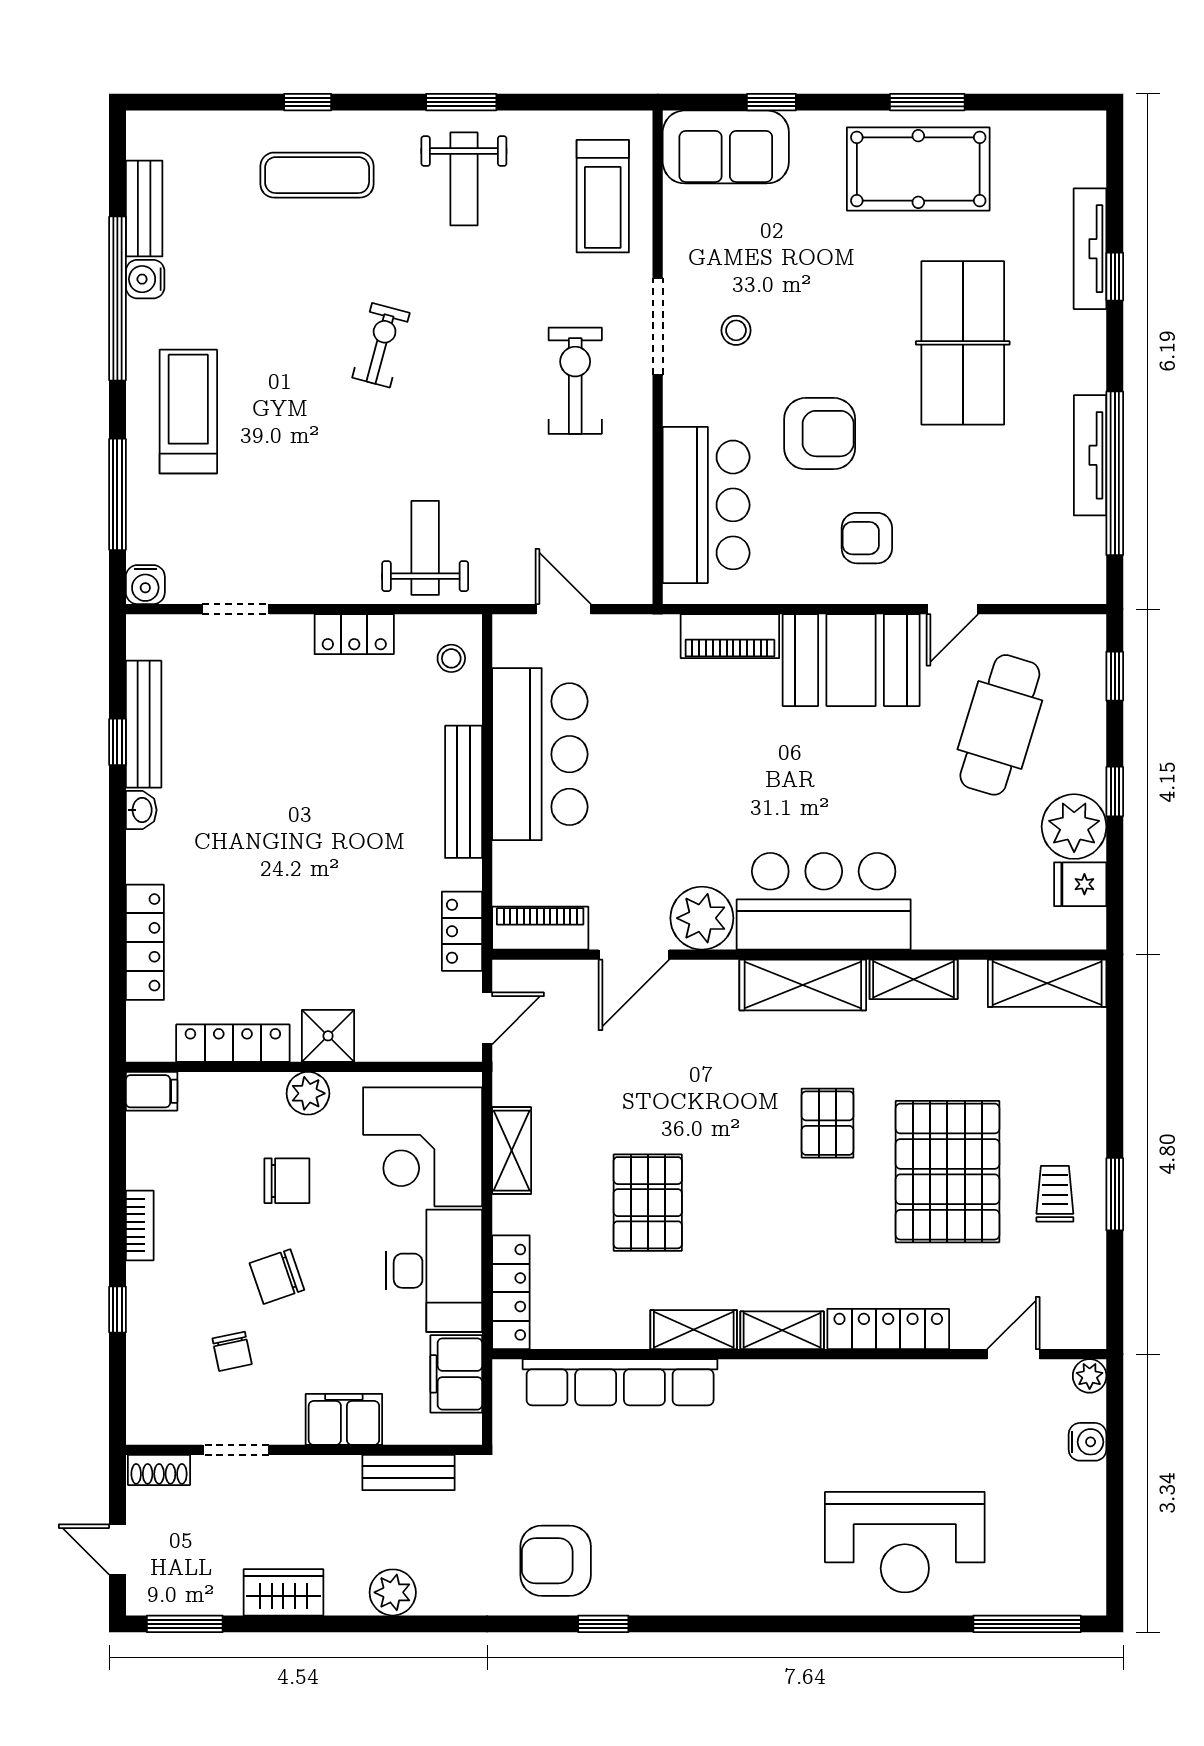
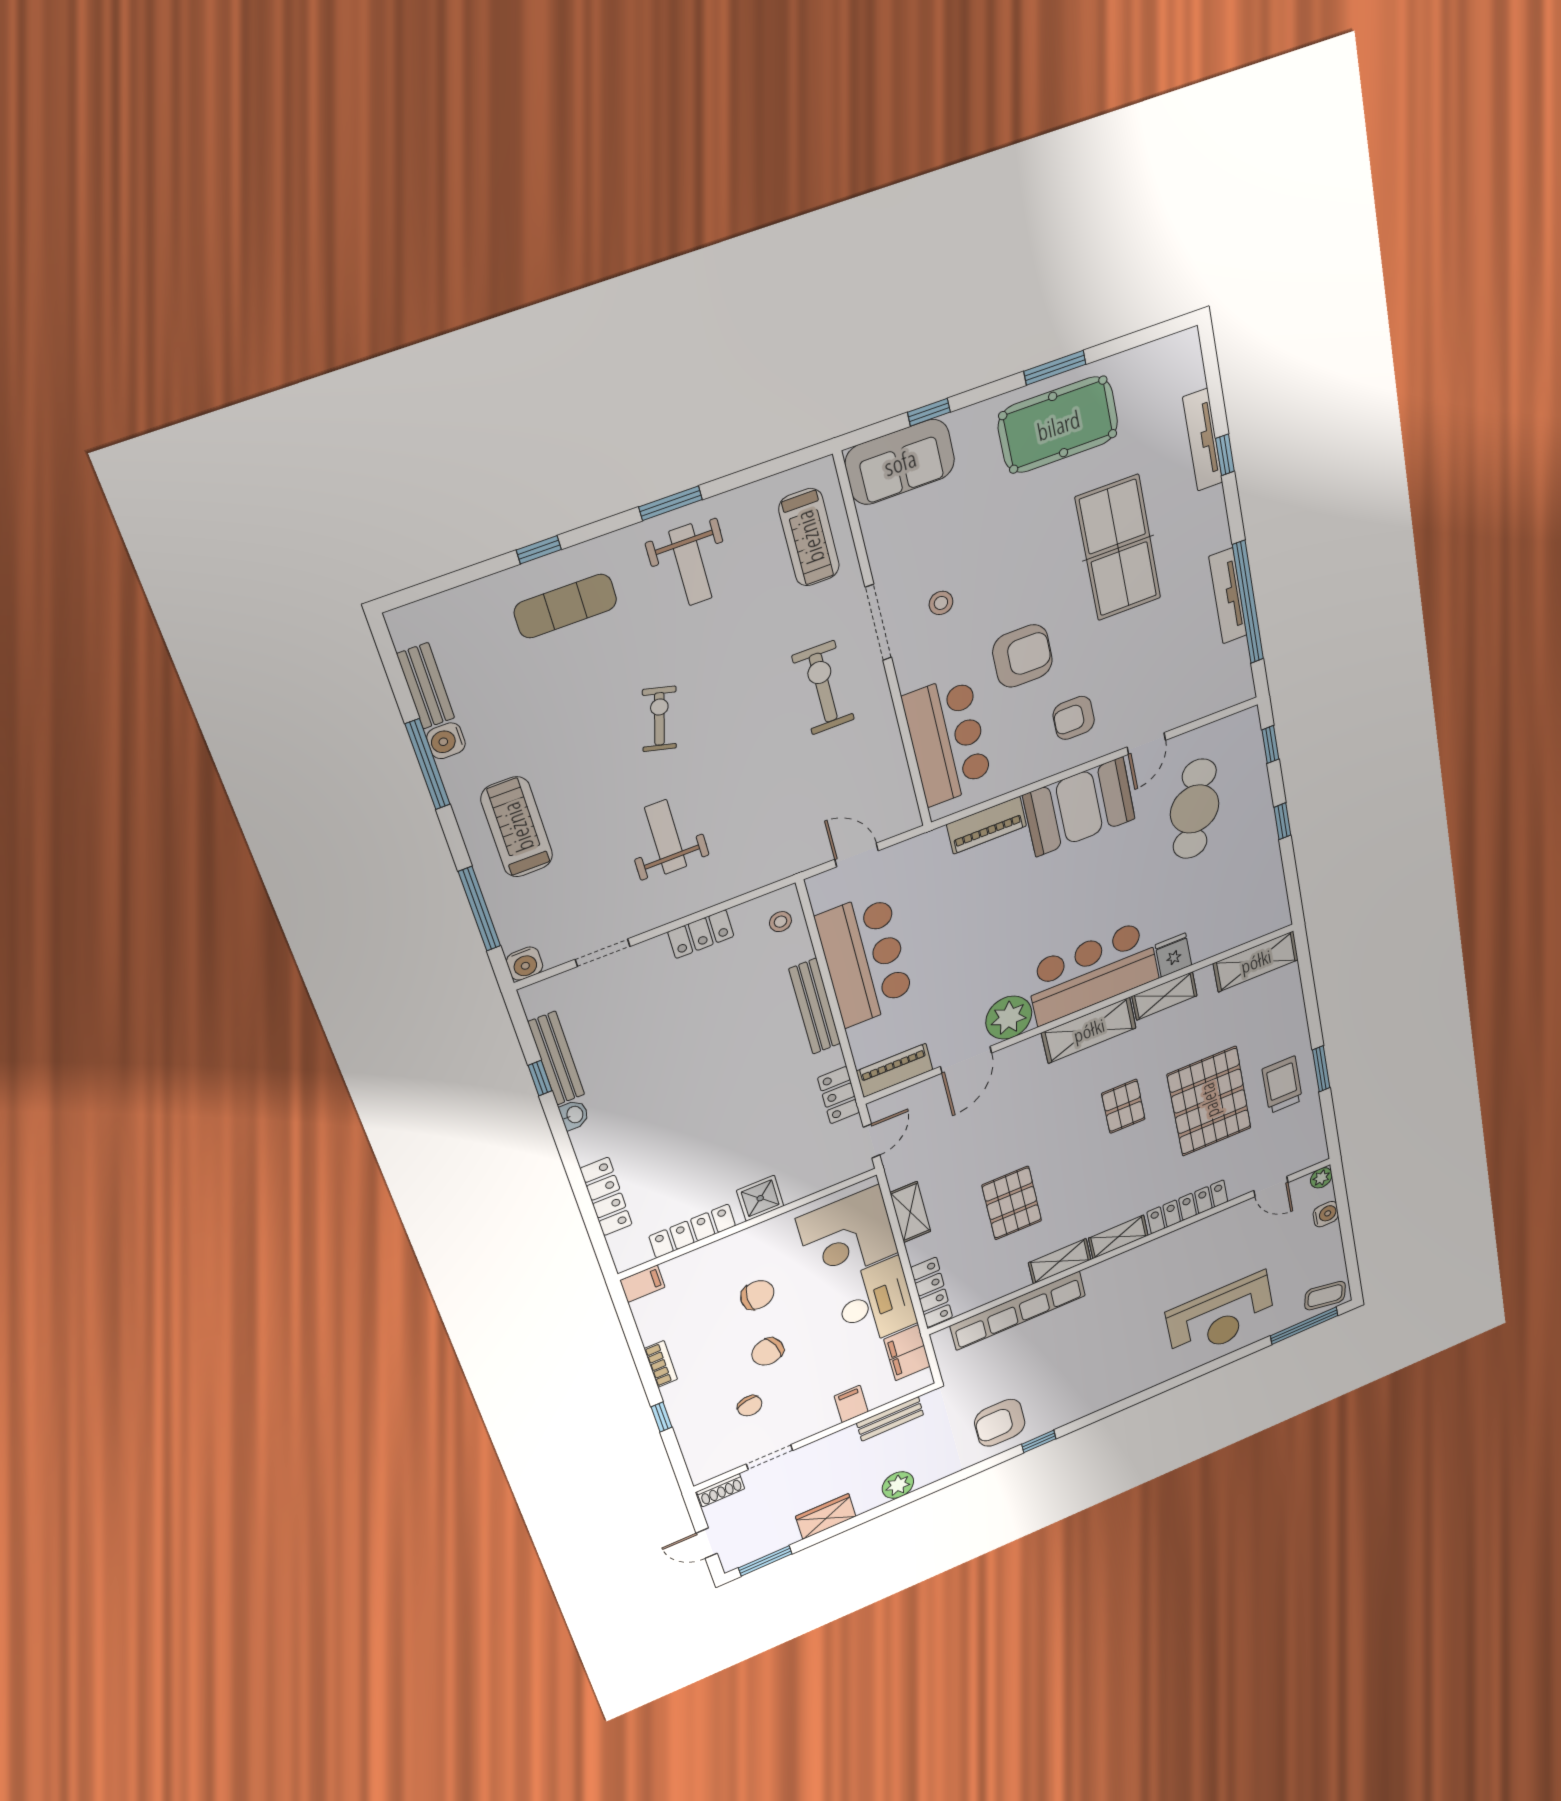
window: (117, 299) -> (428, 764), width x0.68
weight bench: (425, 548) -> (666, 837), moved
plant: (1074, 827) -> (1258, 855), removed
fridge: (1080, 884) -> (1173, 955), moved, turned 90
plant: (308, 1093) -> (756, 1238), removed
trolley: (1055, 1194) -> (1282, 1085), width x1.36, depth x1.39
door: (1013, 1354) -> (1271, 1186), swing flipped
filing cabinet: (344, 1419) -> (851, 1404), width x0.50
coffee table: (1066, 1586) -> (1325, 1296), added

